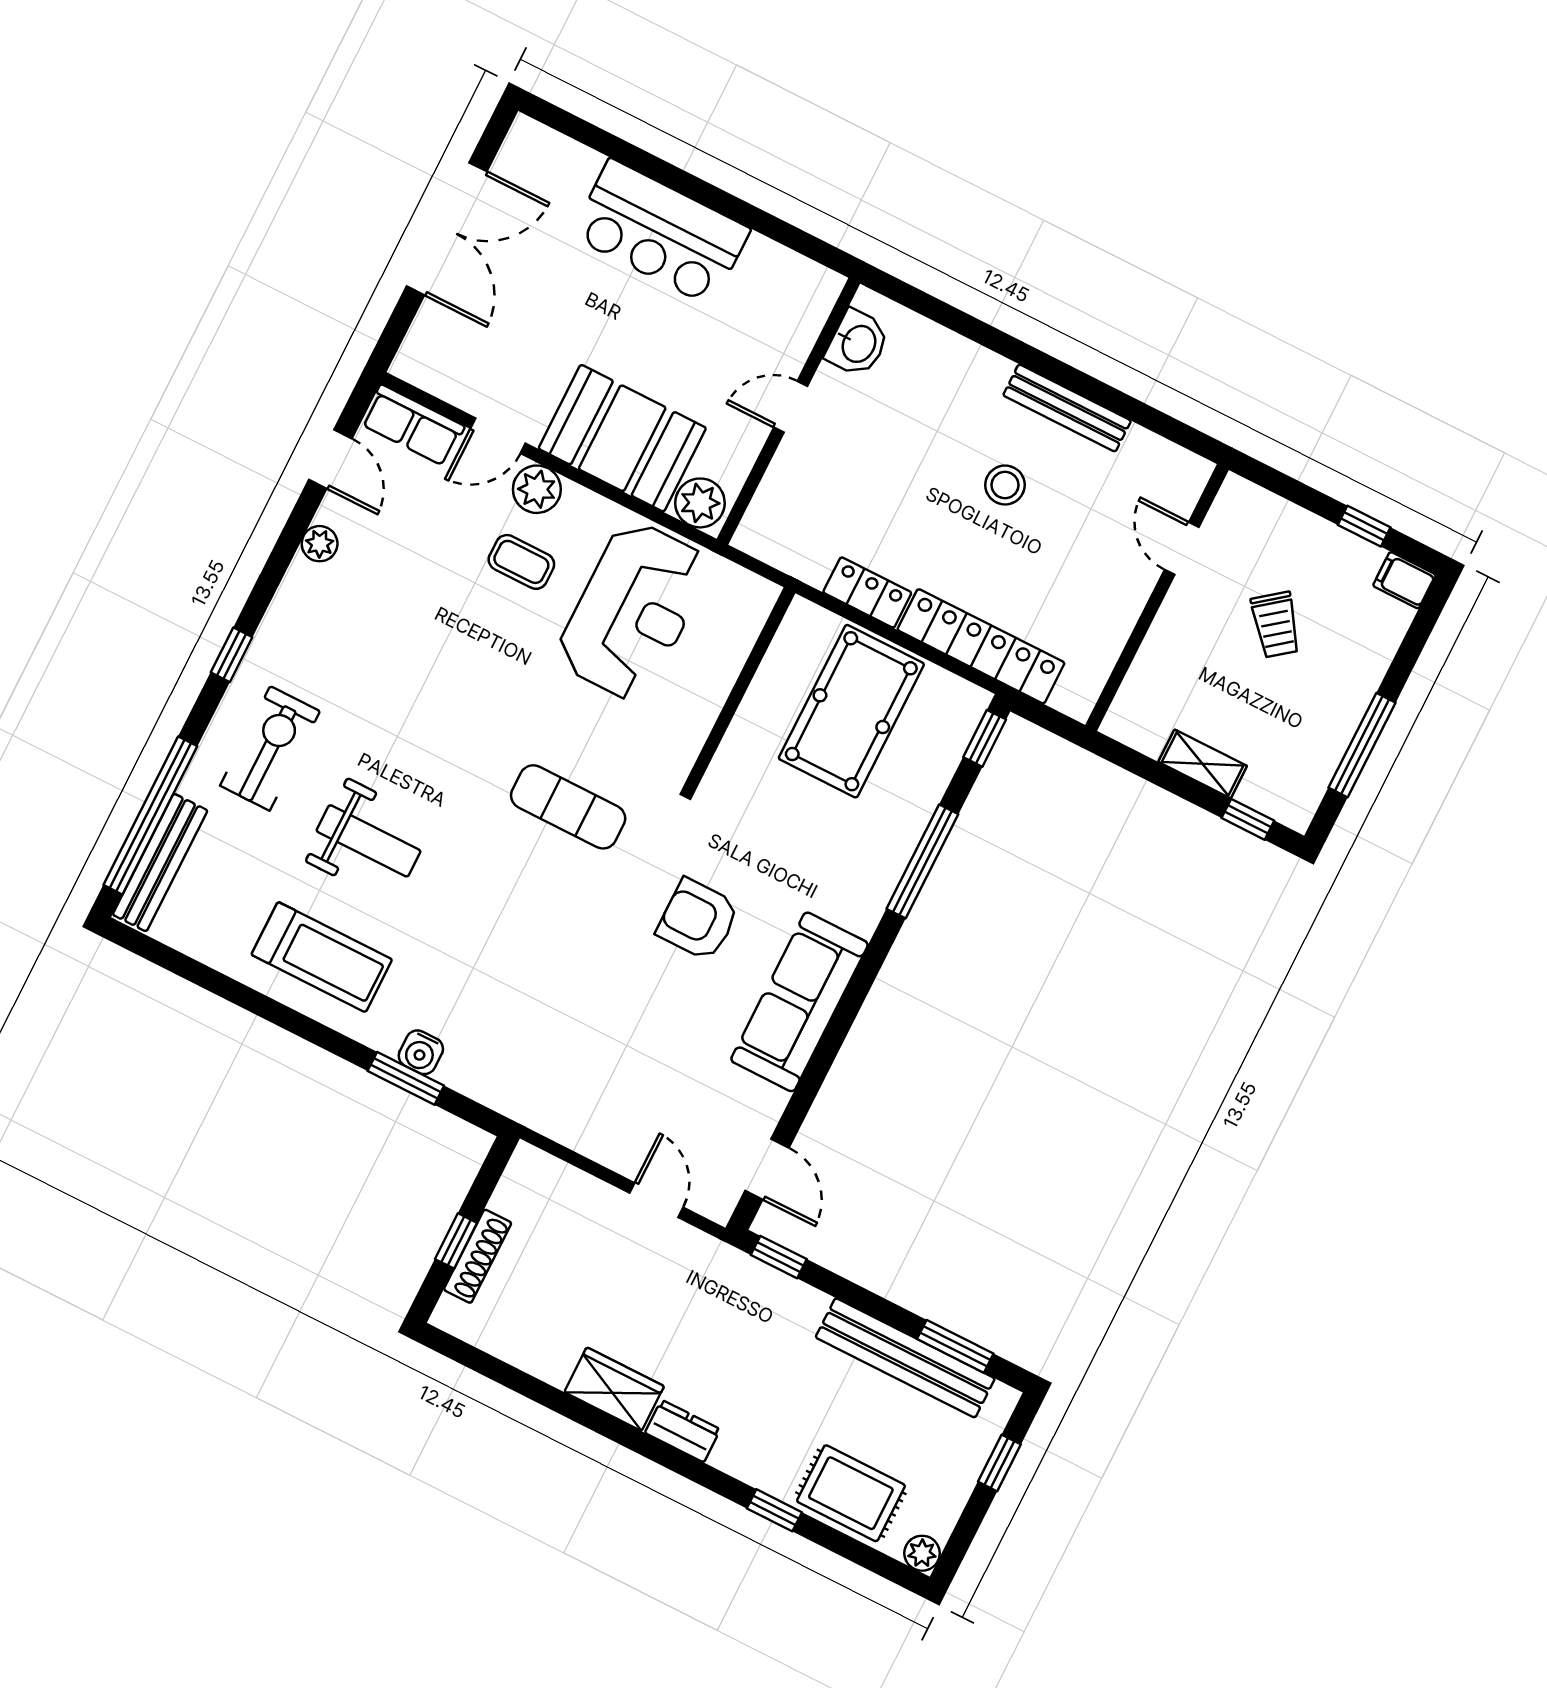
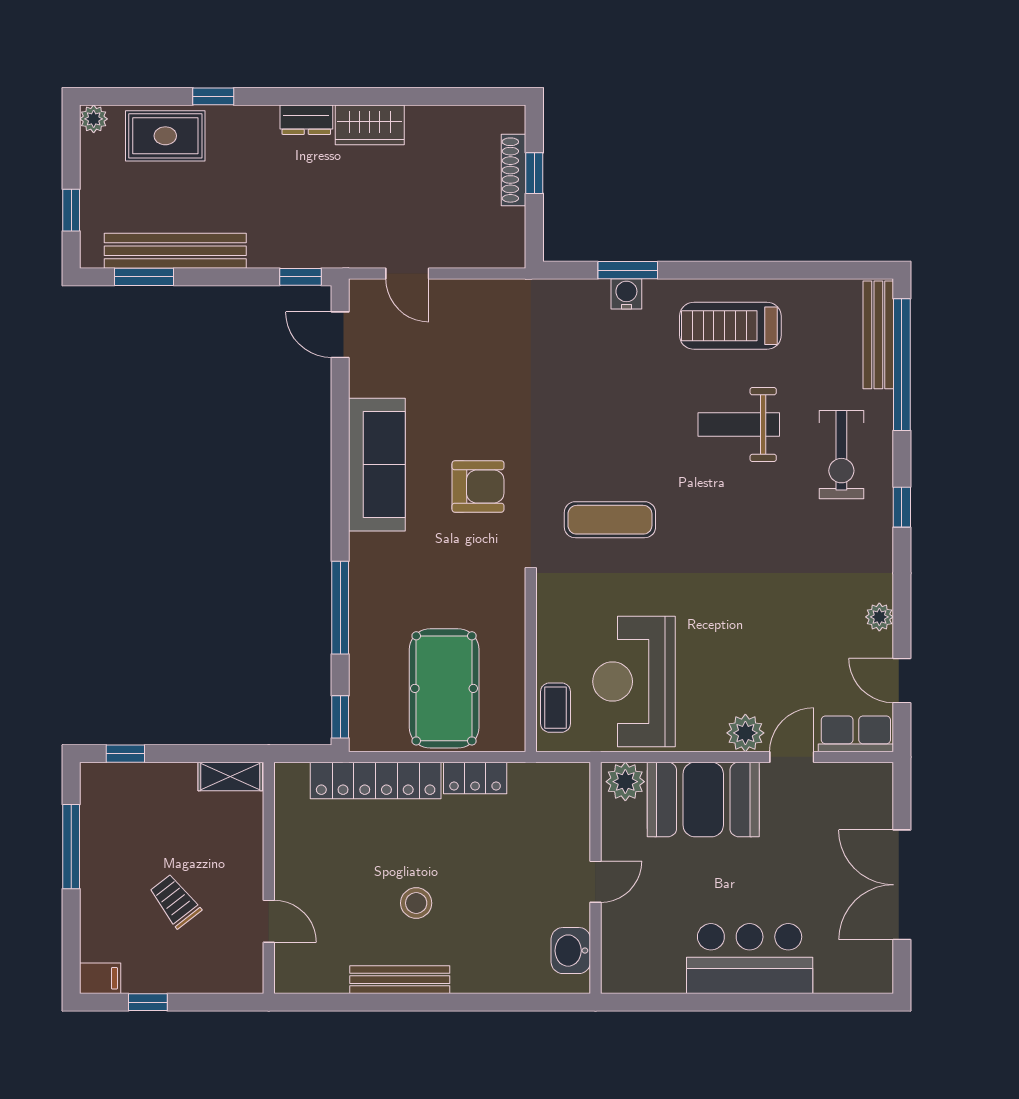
coffee table: (521, 562) -> (555, 708), moved, turned 90
shelving: (1203, 764) -> (230, 776), moved

